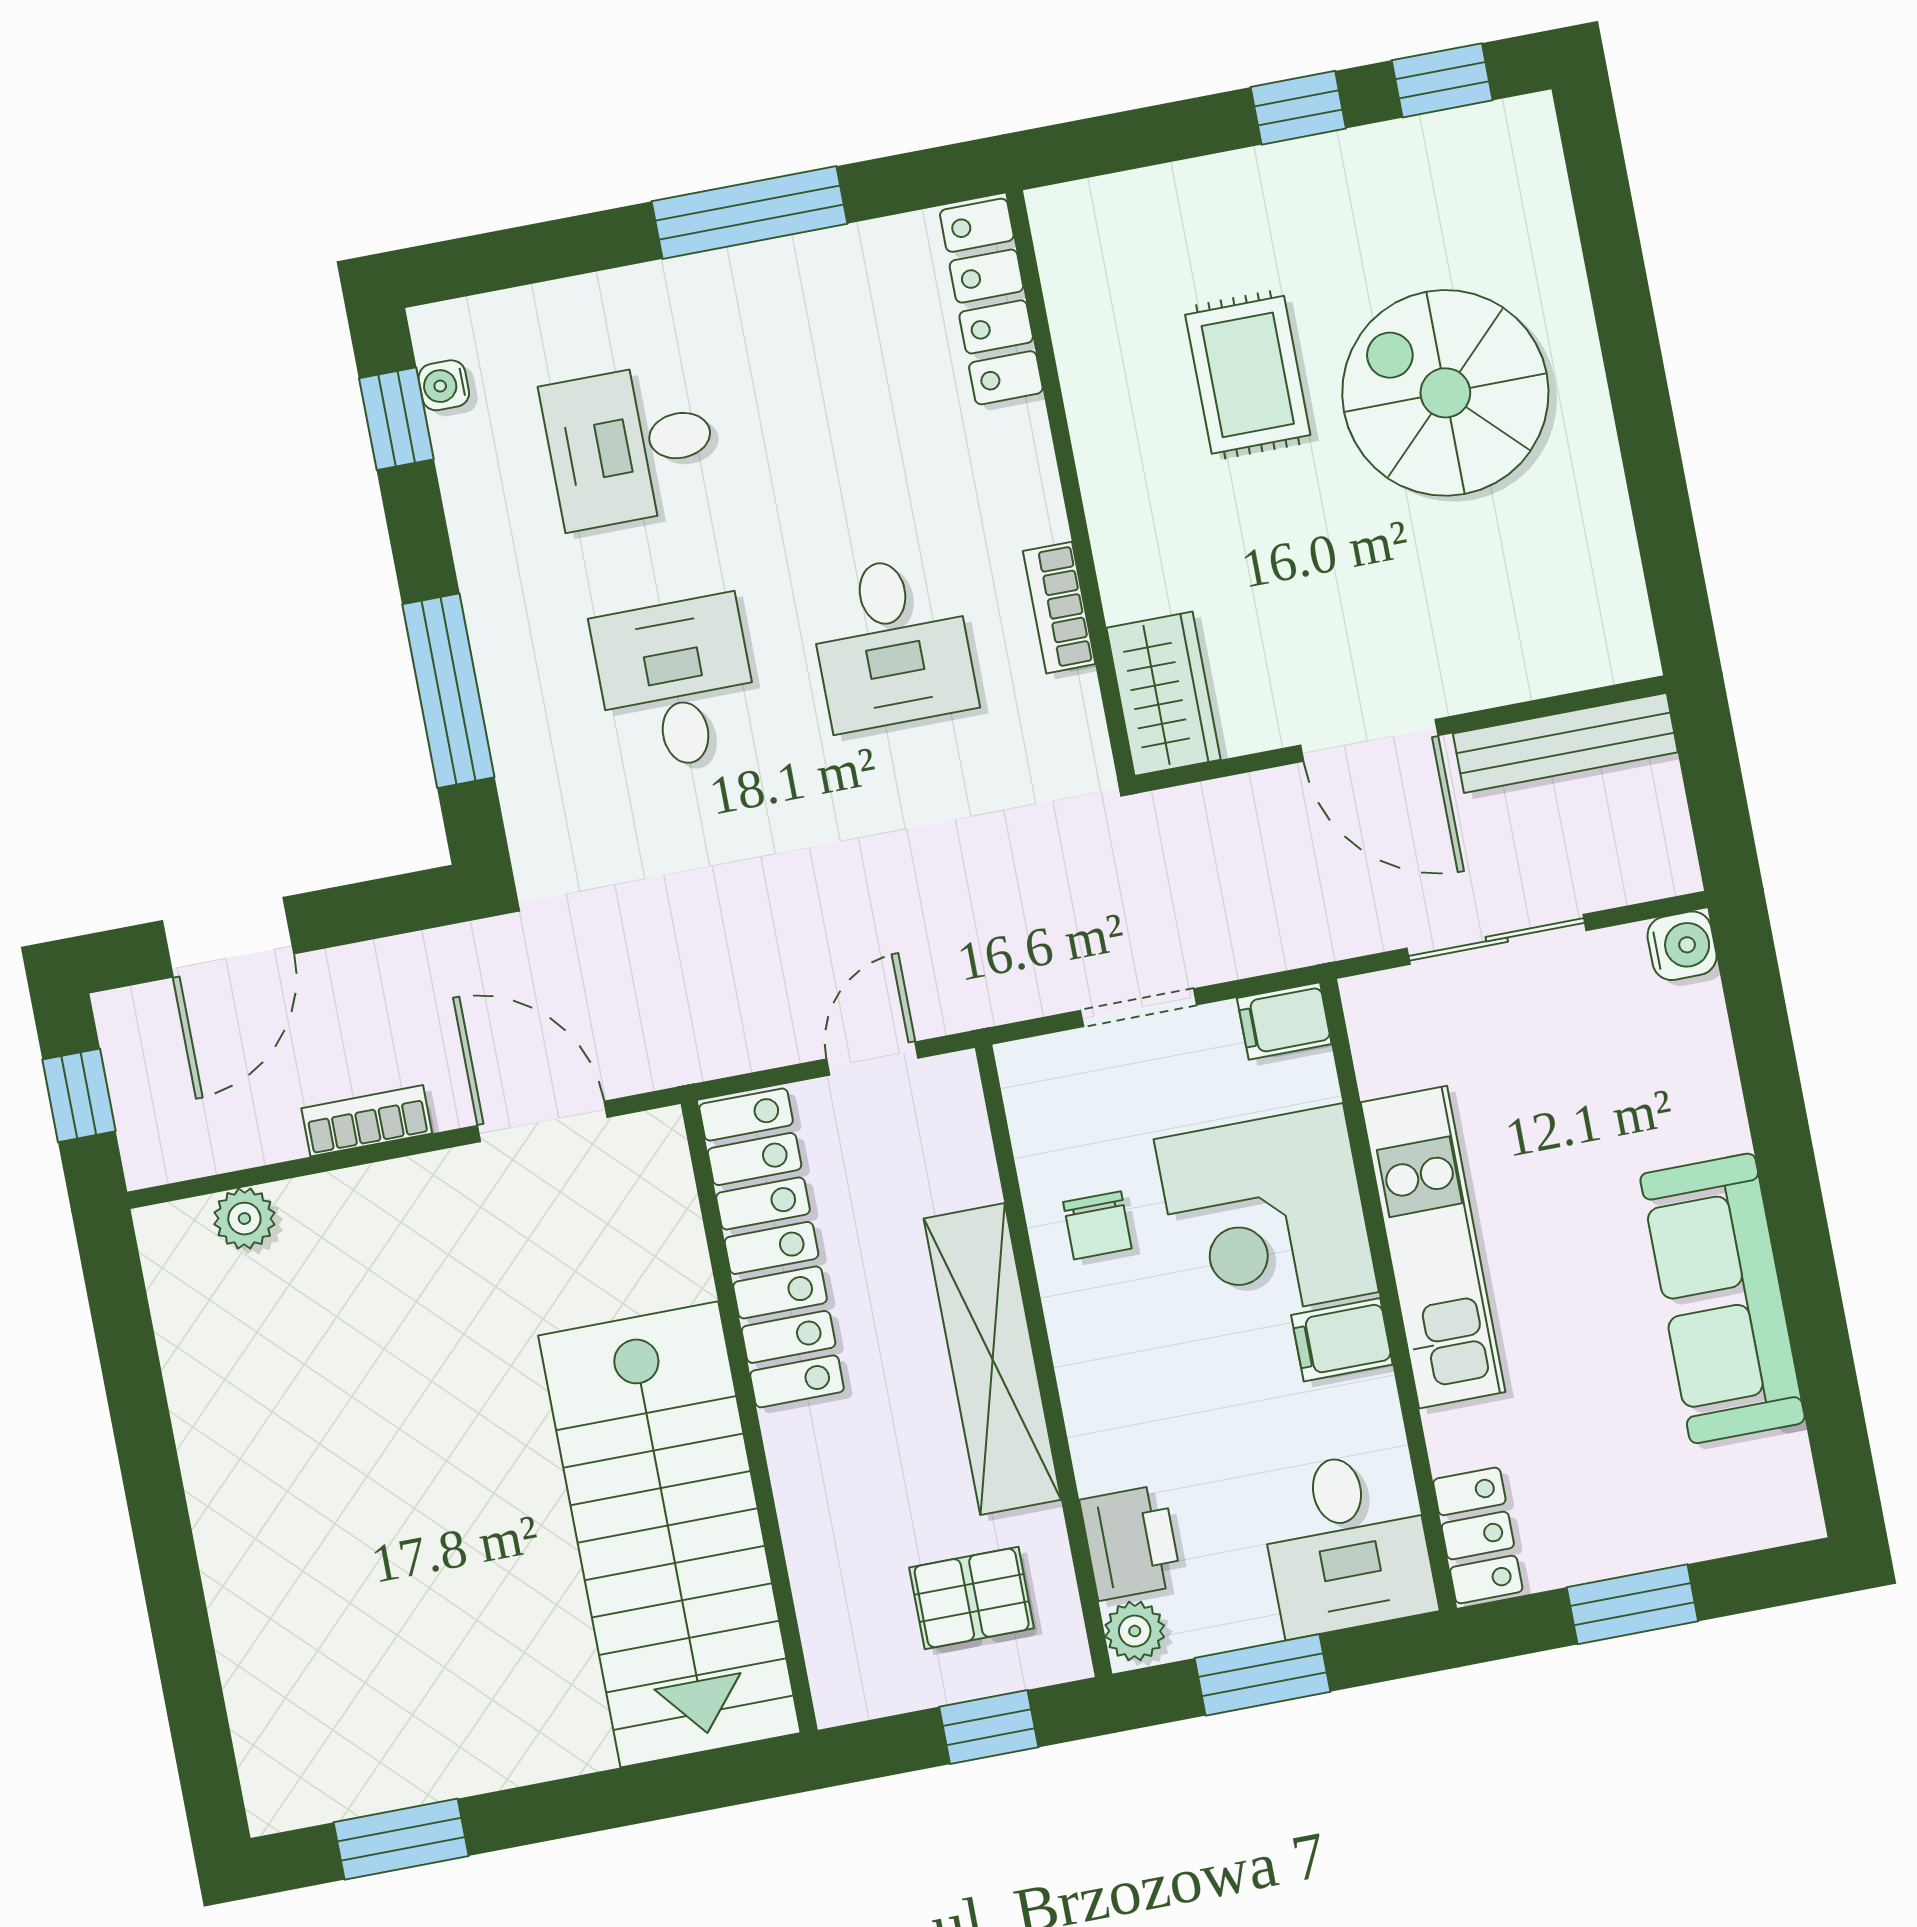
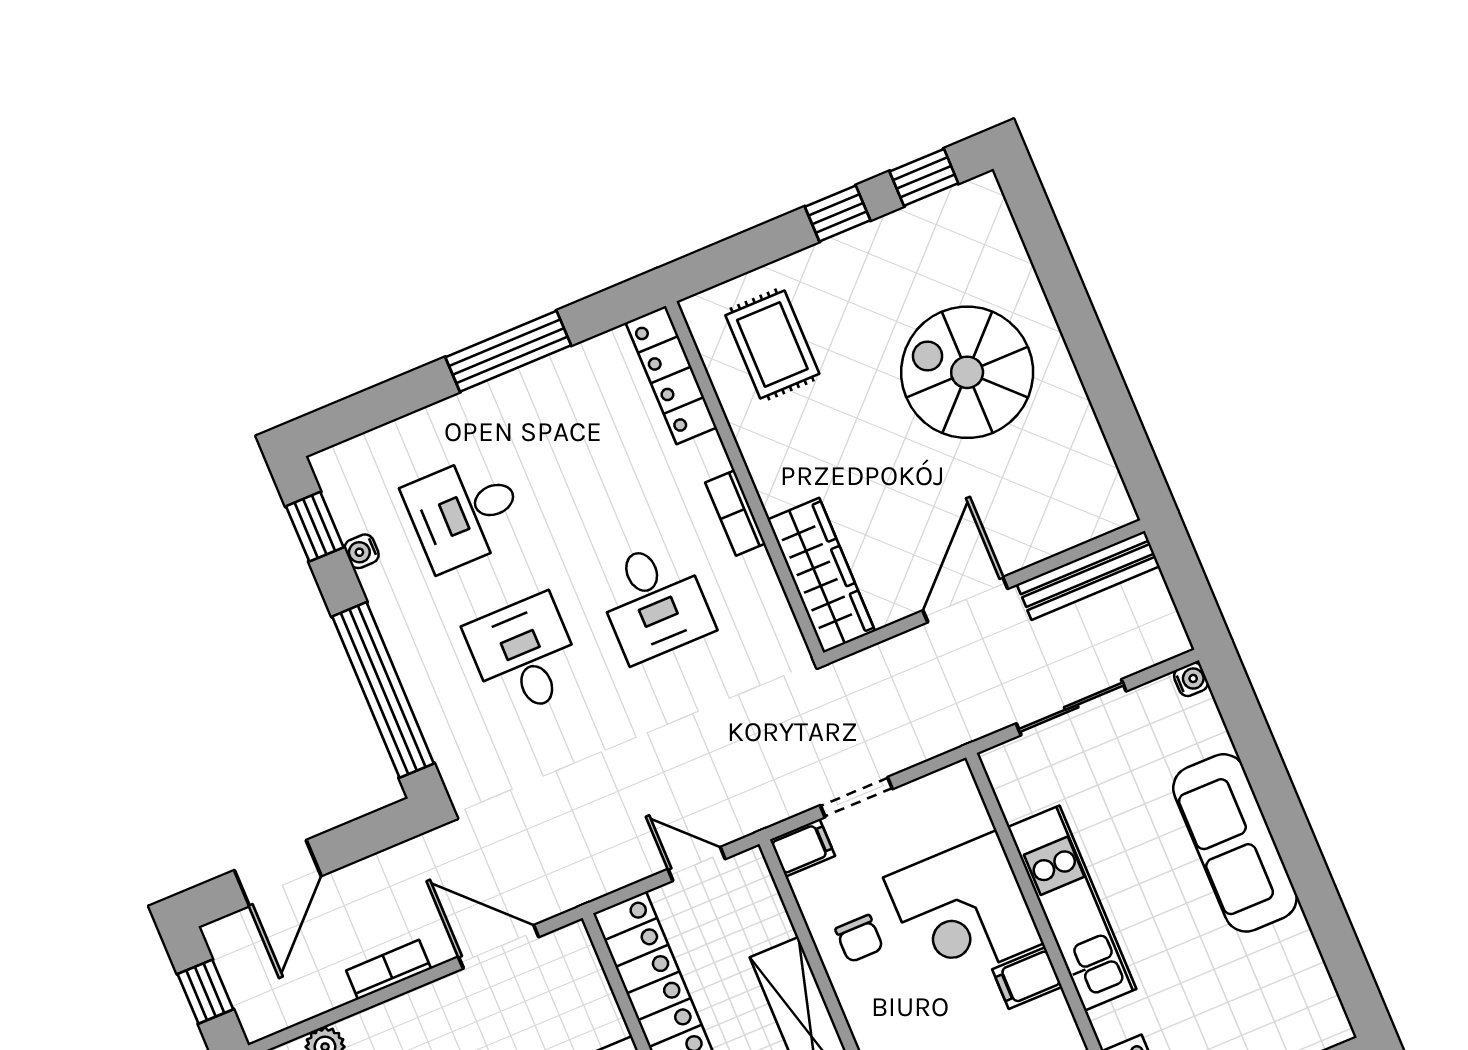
rug: (1248, 375) -> (772, 344), moved
water cooler: (444, 385) -> (362, 551), moved
bookcase: (1059, 608) -> (735, 513), moved
window: (448, 691) -> (383, 690), width x1.46
wardrobe: (1164, 694) -> (821, 575), width x1.50
door: (1369, 740) -> (965, 600), swing flipped
water cooler: (1682, 946) -> (1191, 679), width x0.72, depth x0.72
filing cabinet: (1284, 1021) -> (802, 848), moved, turned 180
door: (872, 1058) -> (697, 864), hinge flipped
sofa: (1722, 1298) -> (1235, 843), moved

